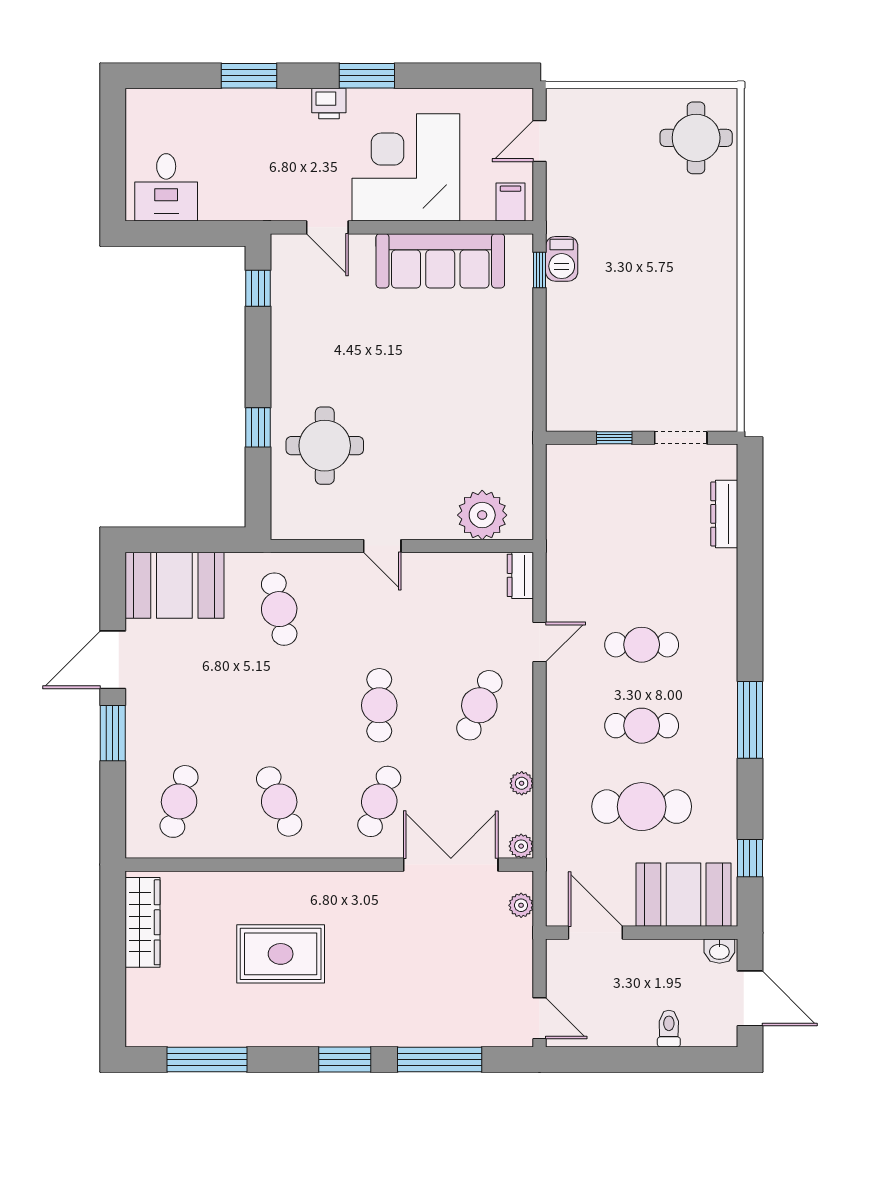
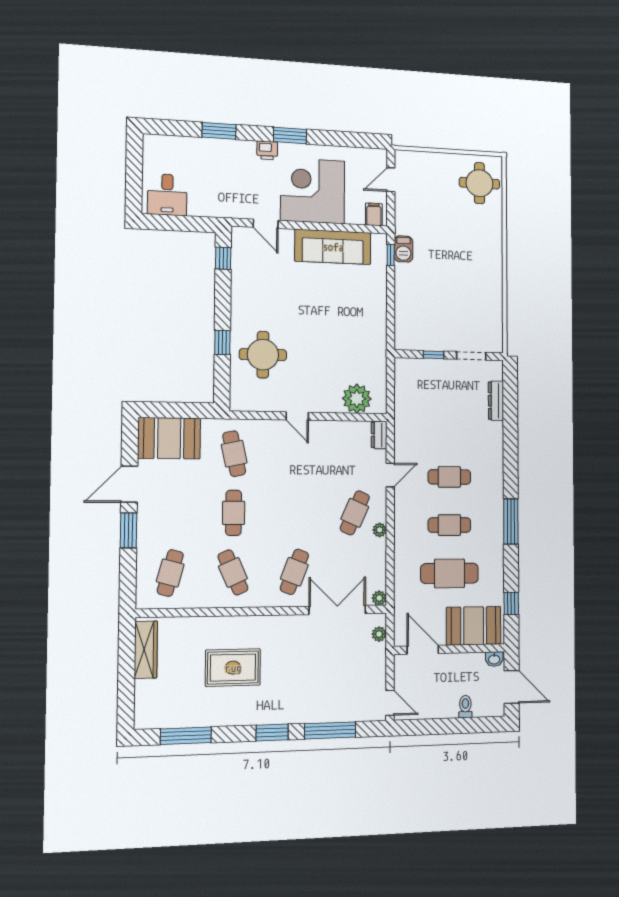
cafe table: (379, 705) -> (234, 513), moved
plant: (522, 783) -> (380, 530), moved

